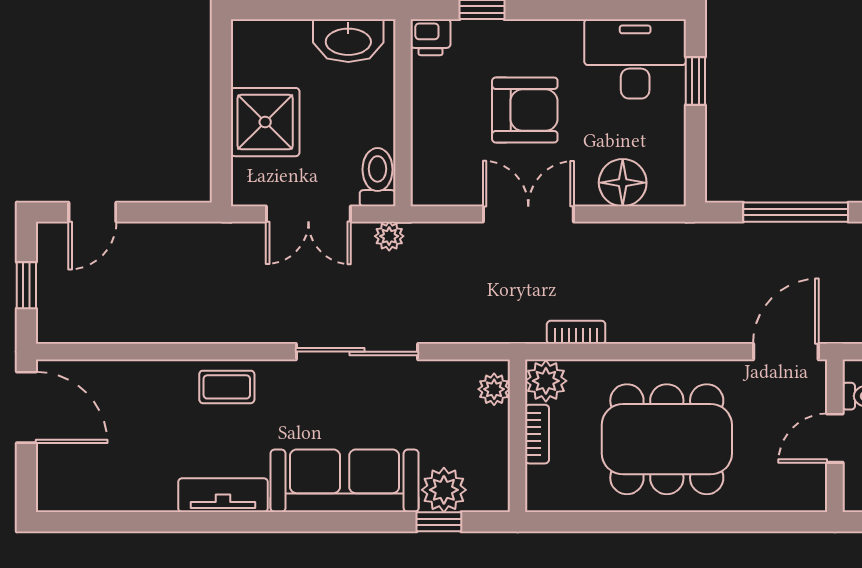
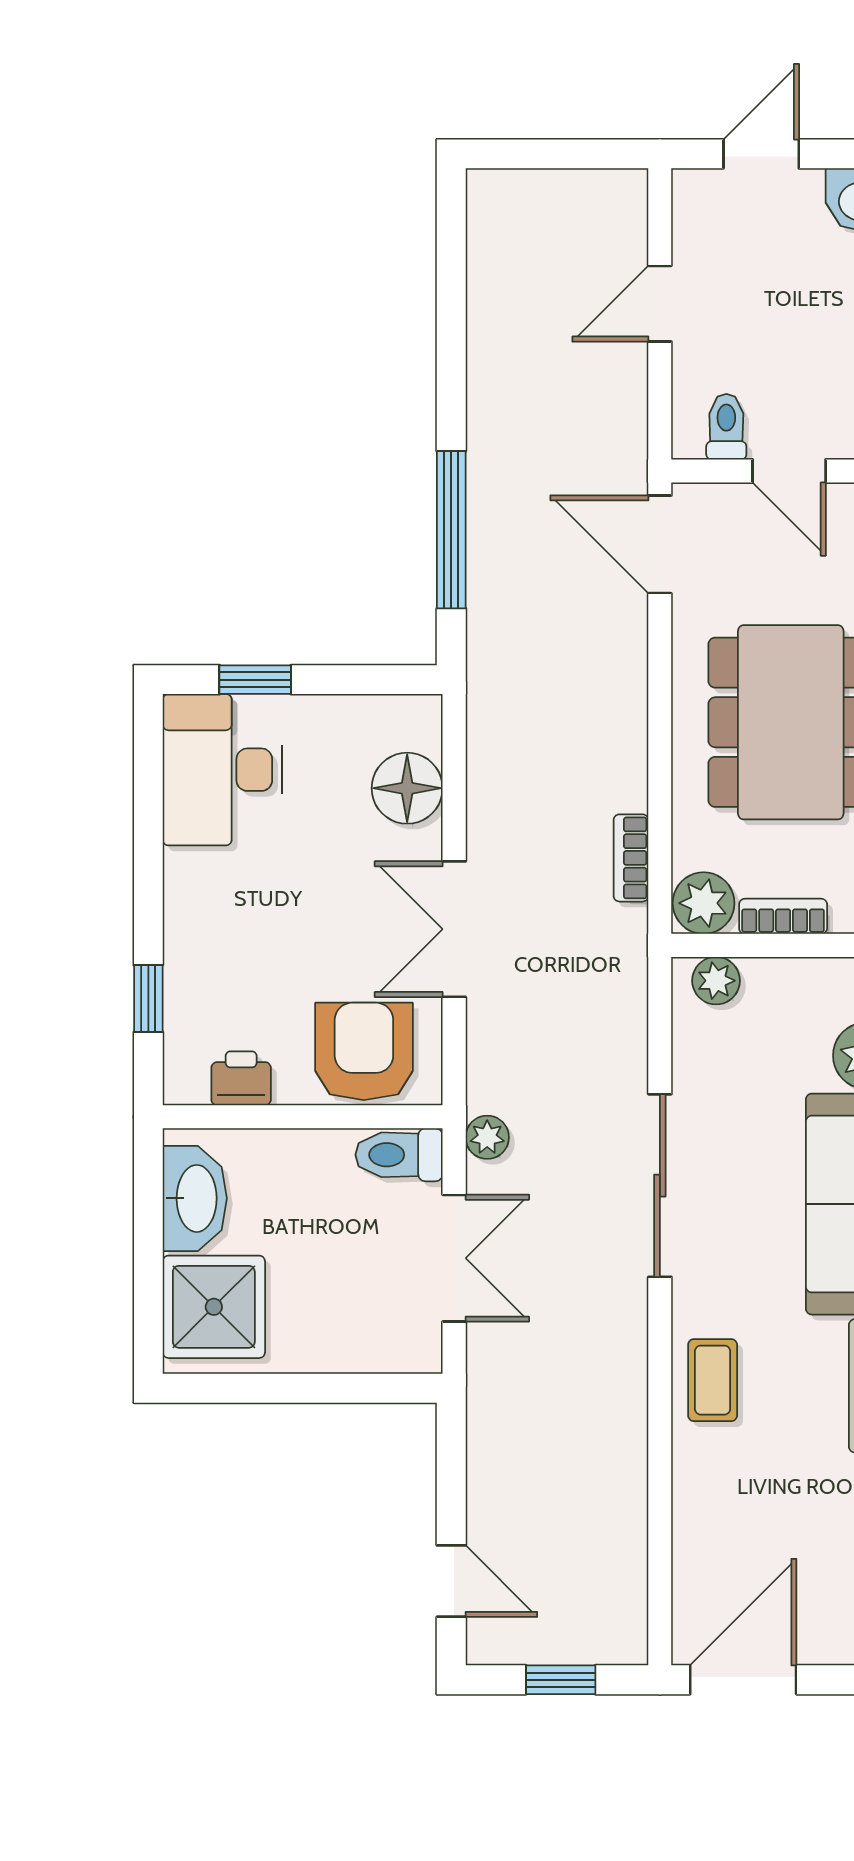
printer: (430, 37) -> (241, 1078), moved, turned -90
armchair: (525, 110) -> (364, 1051), moved
shower: (265, 122) -> (214, 1307), moved

